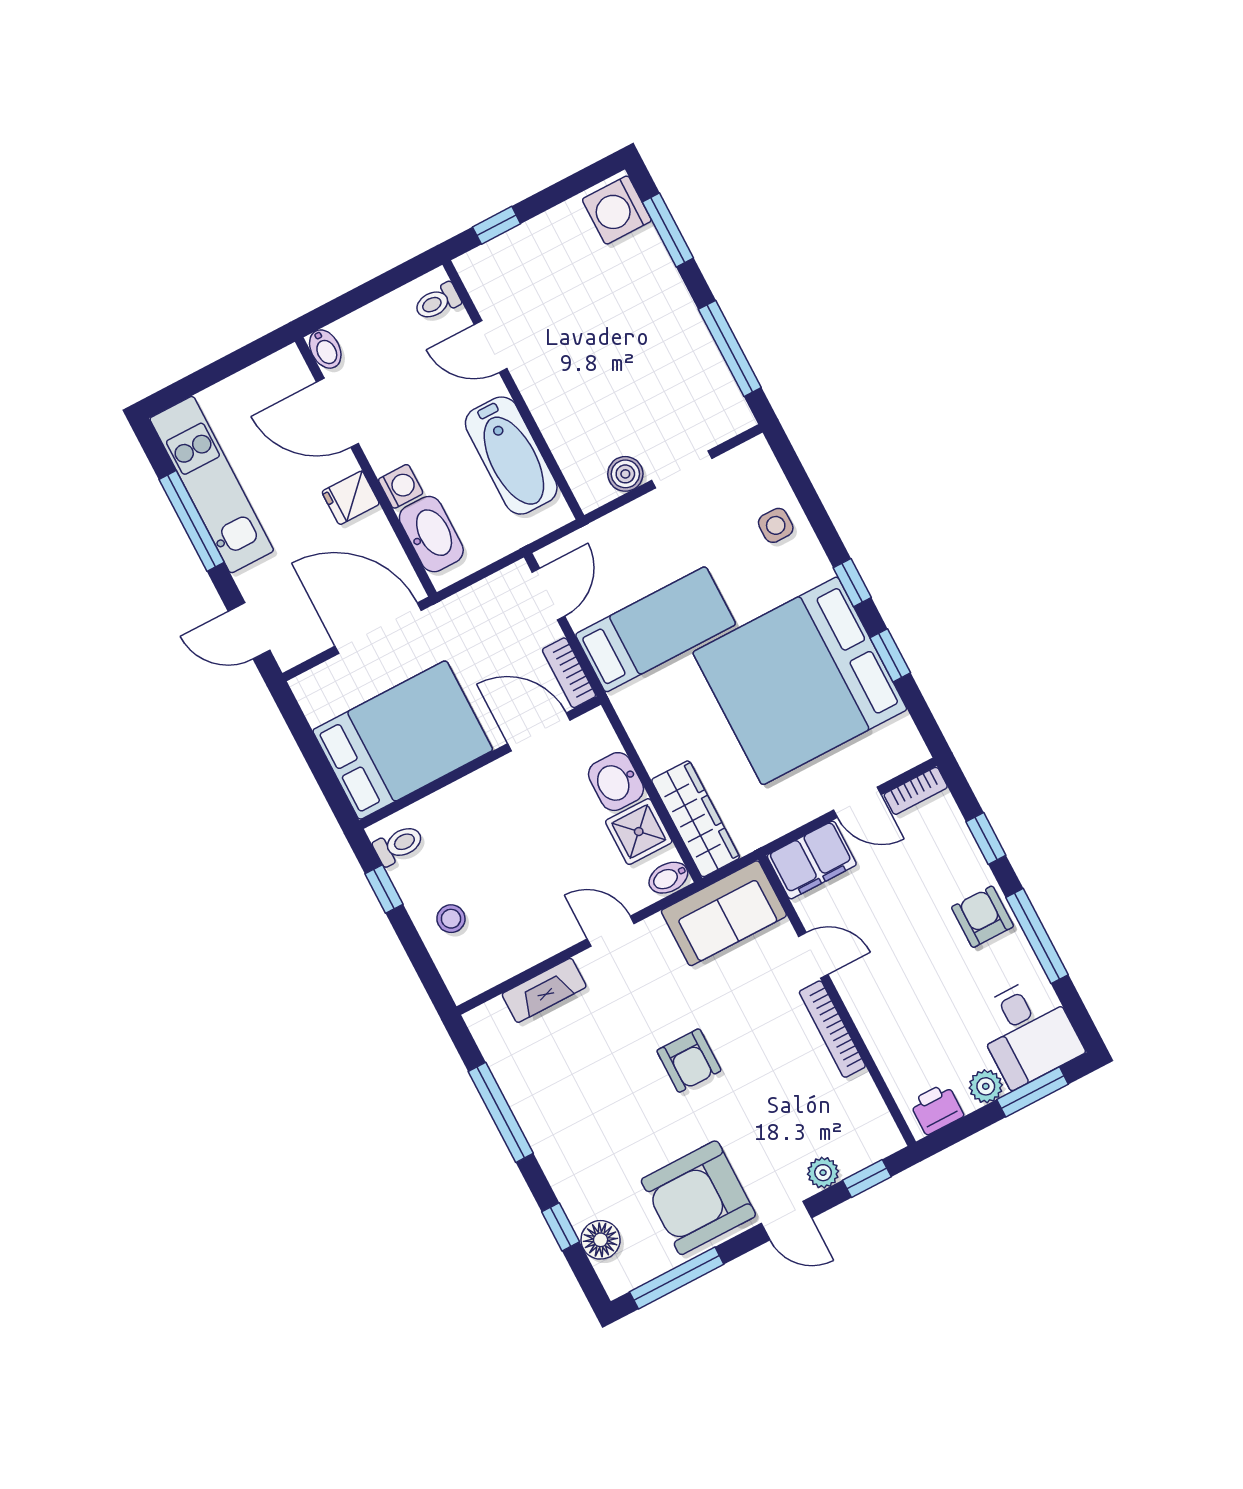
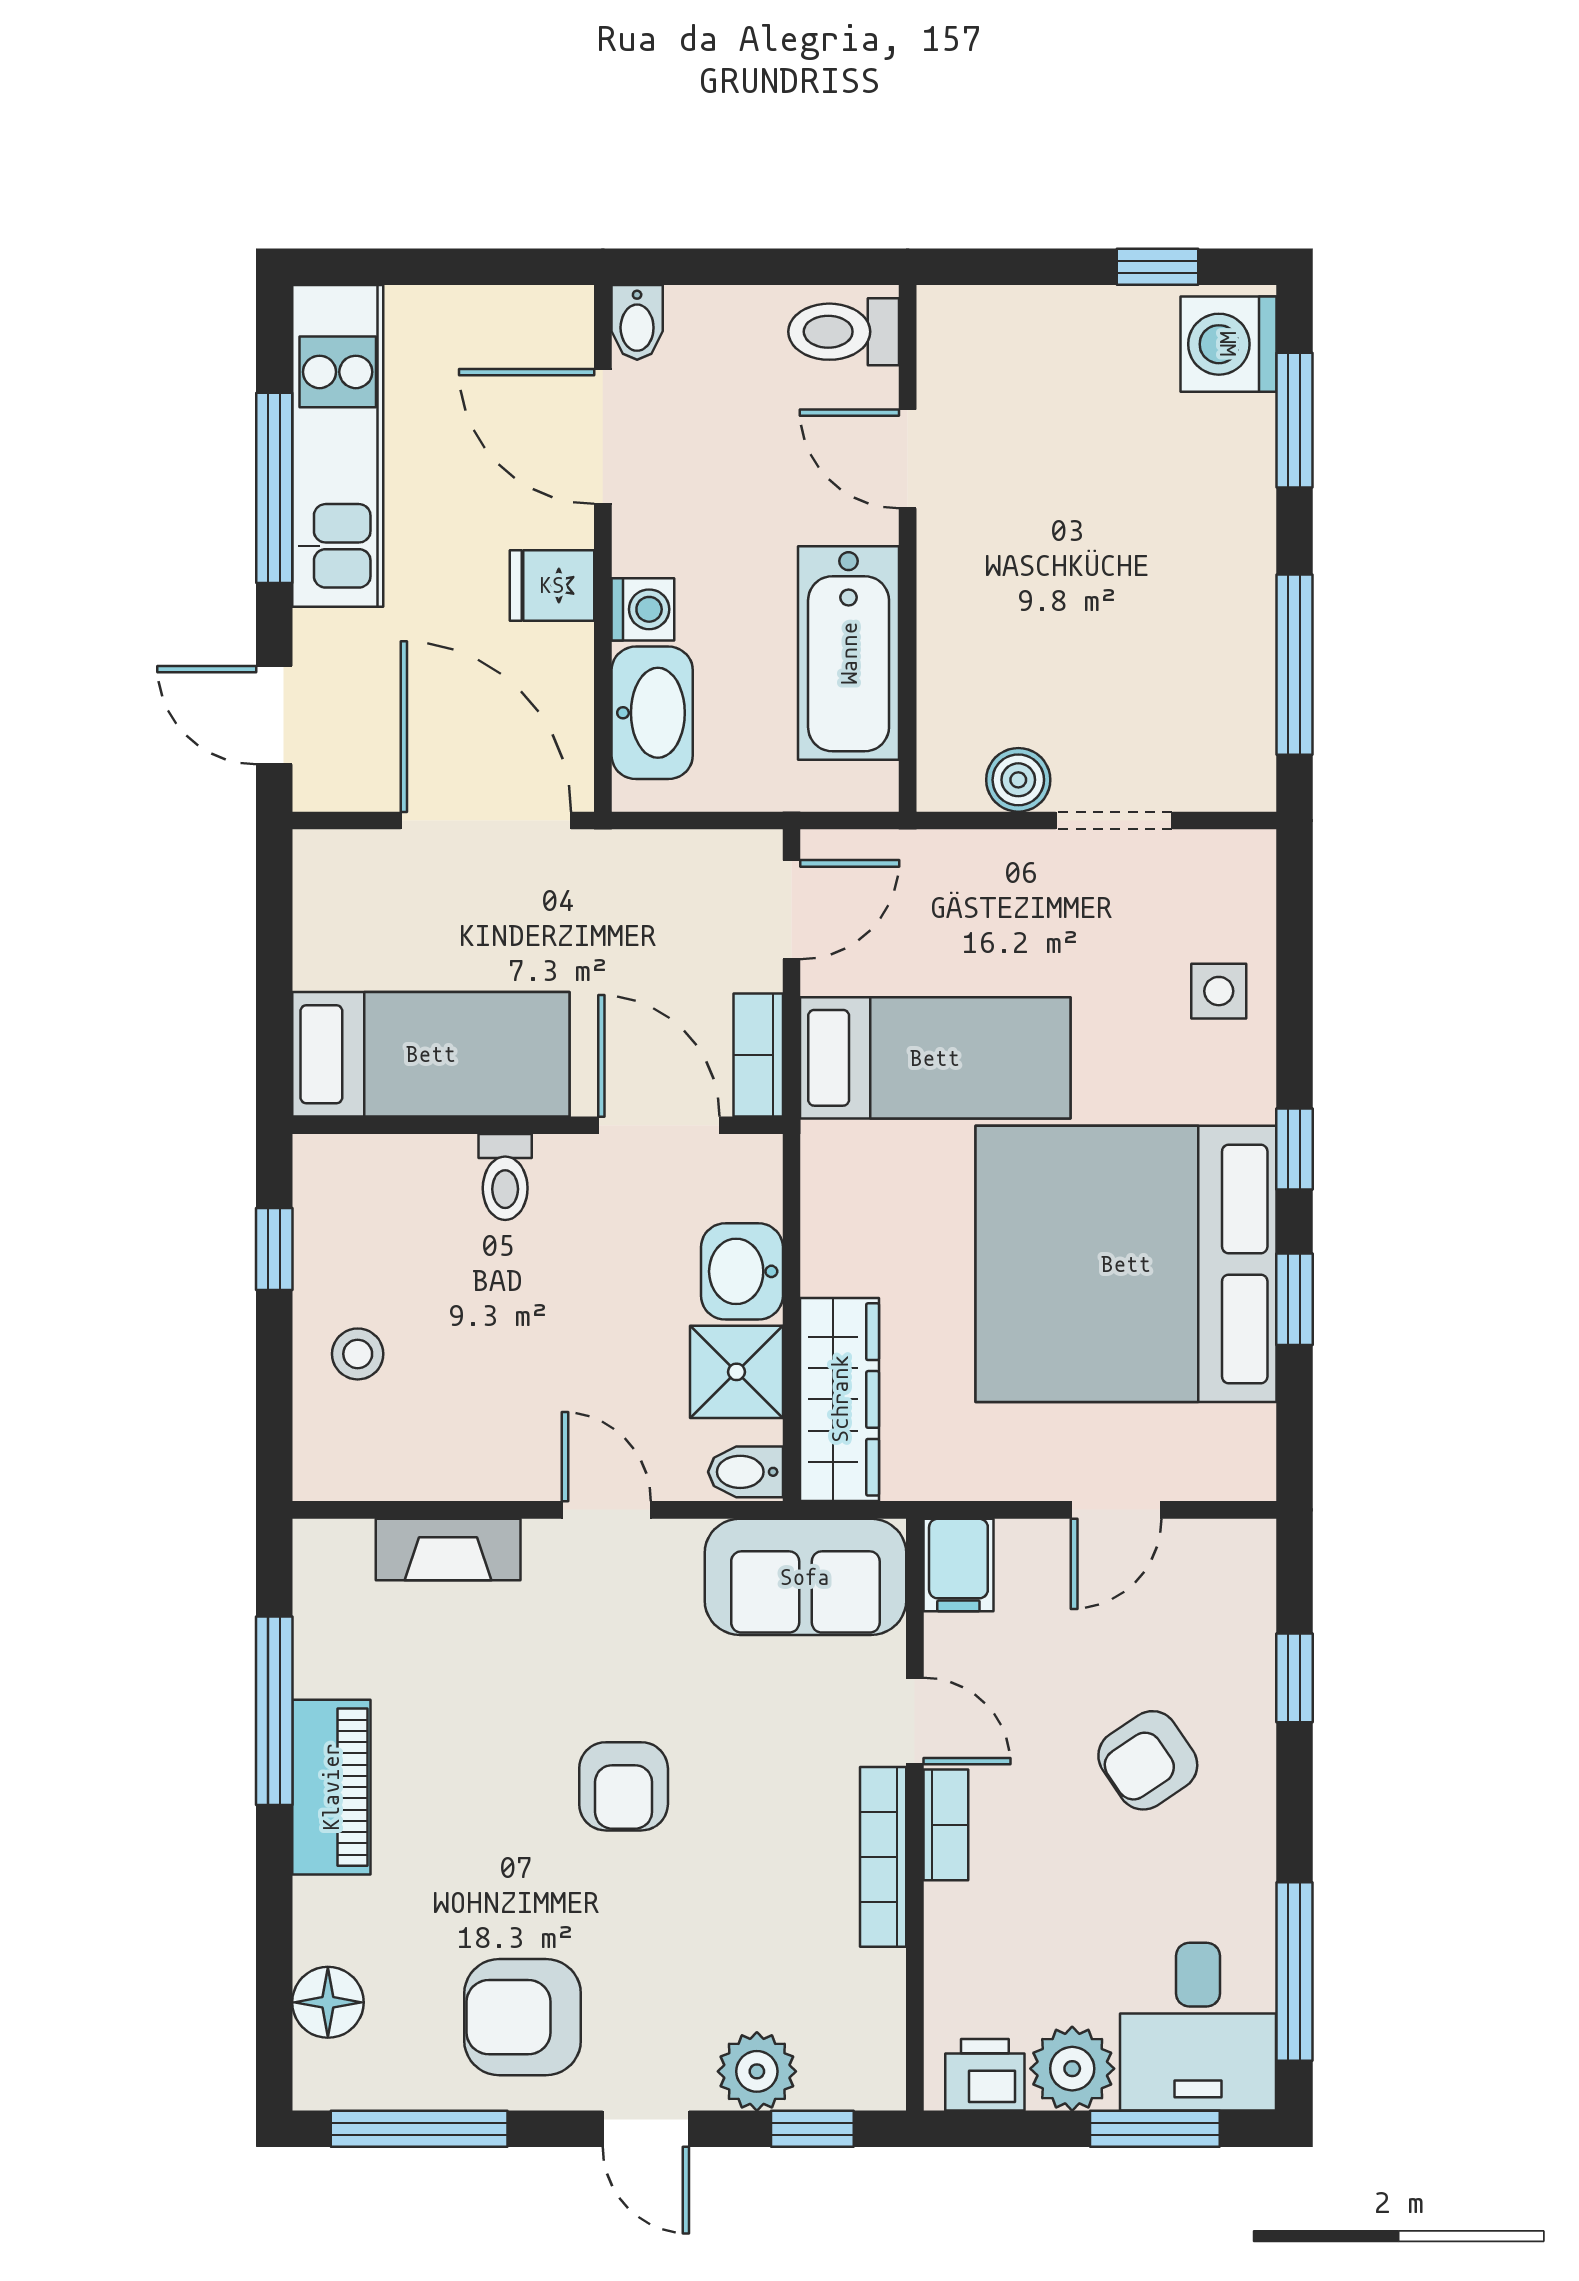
window: (497, 225) -> (1158, 267), moved
toilet: (437, 302) -> (844, 332), width x1.37, depth x1.39
bed: (403, 740) -> (431, 1054), width x0.67
bookcase: (916, 791) -> (946, 1825), moved, turned -90
door: (857, 802) -> (1116, 1510), hinge flipped
toilet: (399, 845) -> (505, 1177), moved, turned 90
filing cabinet: (812, 860) -> (958, 1565), width x0.50
armchair: (983, 917) -> (1148, 1760), moved, turned -124
window: (1037, 936) -> (1294, 1972), moved
plant: (986, 1086) -> (1072, 2069), width x1.38, depth x1.38
piano: (548, 1135) -> (331, 1787), added
plant: (823, 1173) -> (757, 2071), width x1.38, depth x1.38
armchair: (698, 1198) -> (523, 2017), width x0.73, depth x0.73
window: (561, 1227) -> (274, 1947), removed

